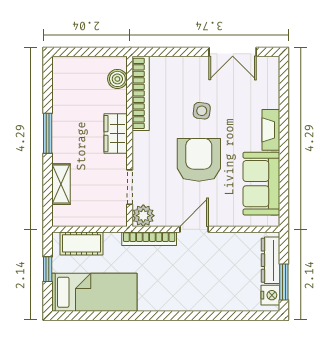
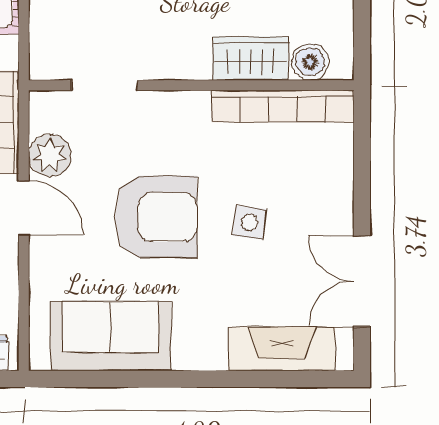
fireplace: (271, 130) -> (282, 349), moved, width x1.37, depth x1.32
wardrobe: (116, 134) -> (251, 58), moved
plant: (143, 216) -> (50, 155), moved

